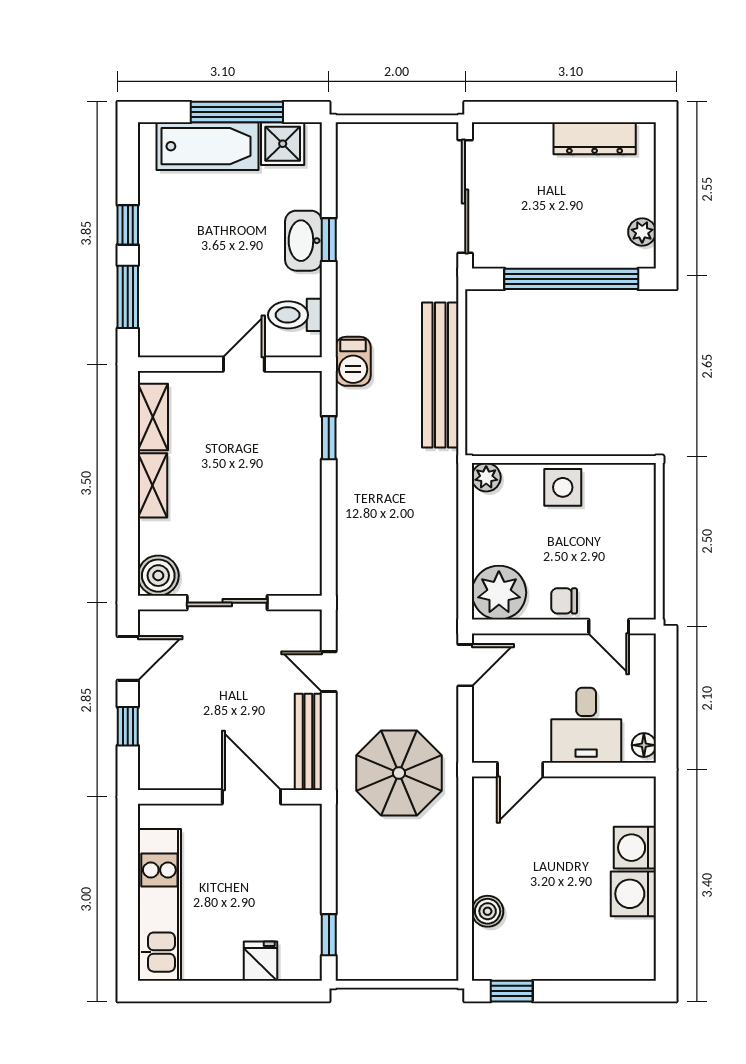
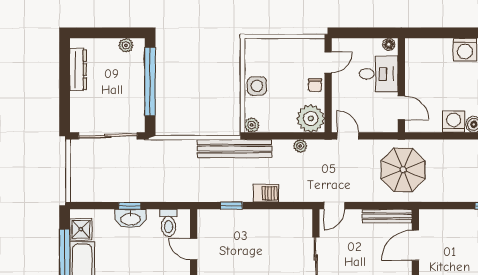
barbecue: (353, 361) -> (266, 193), moved
bench: (440, 375) -> (234, 149), moved
plant: (445, 572) -> (300, 146), added
door: (329, 672) -> (334, 206), moved
washing machine: (635, 848) -> (454, 122), moved, turned 180

